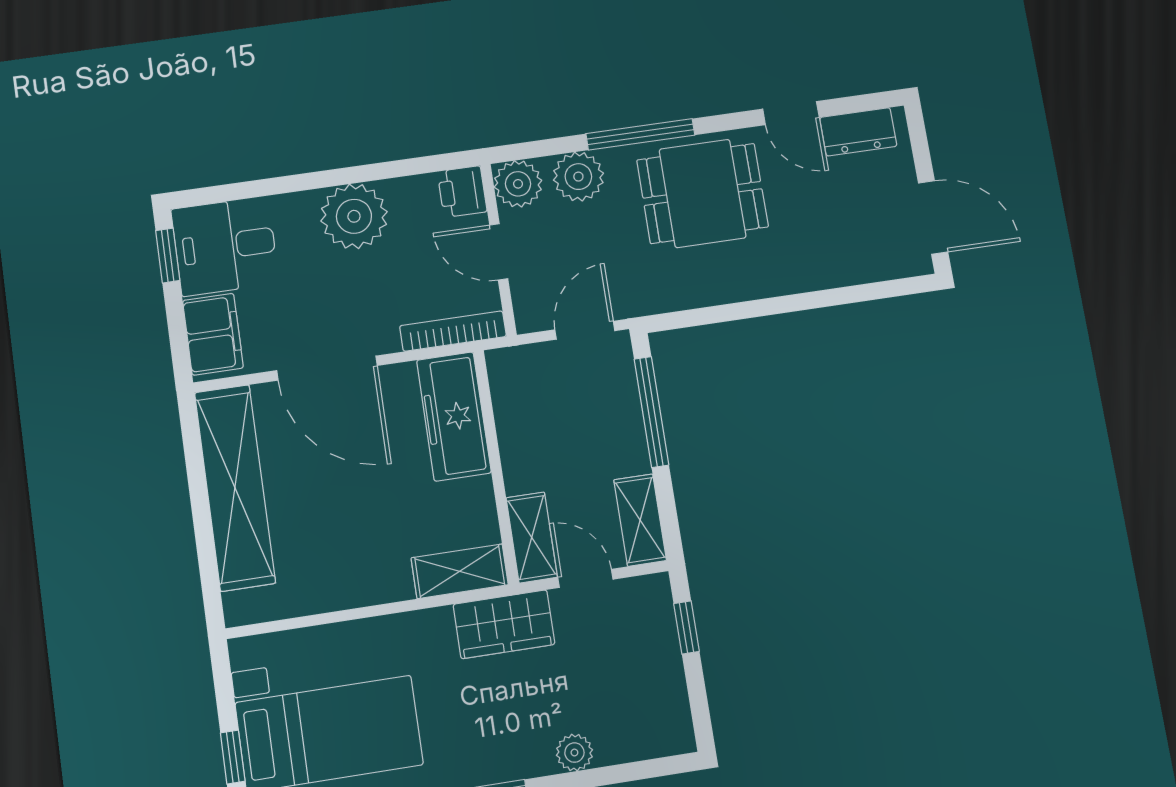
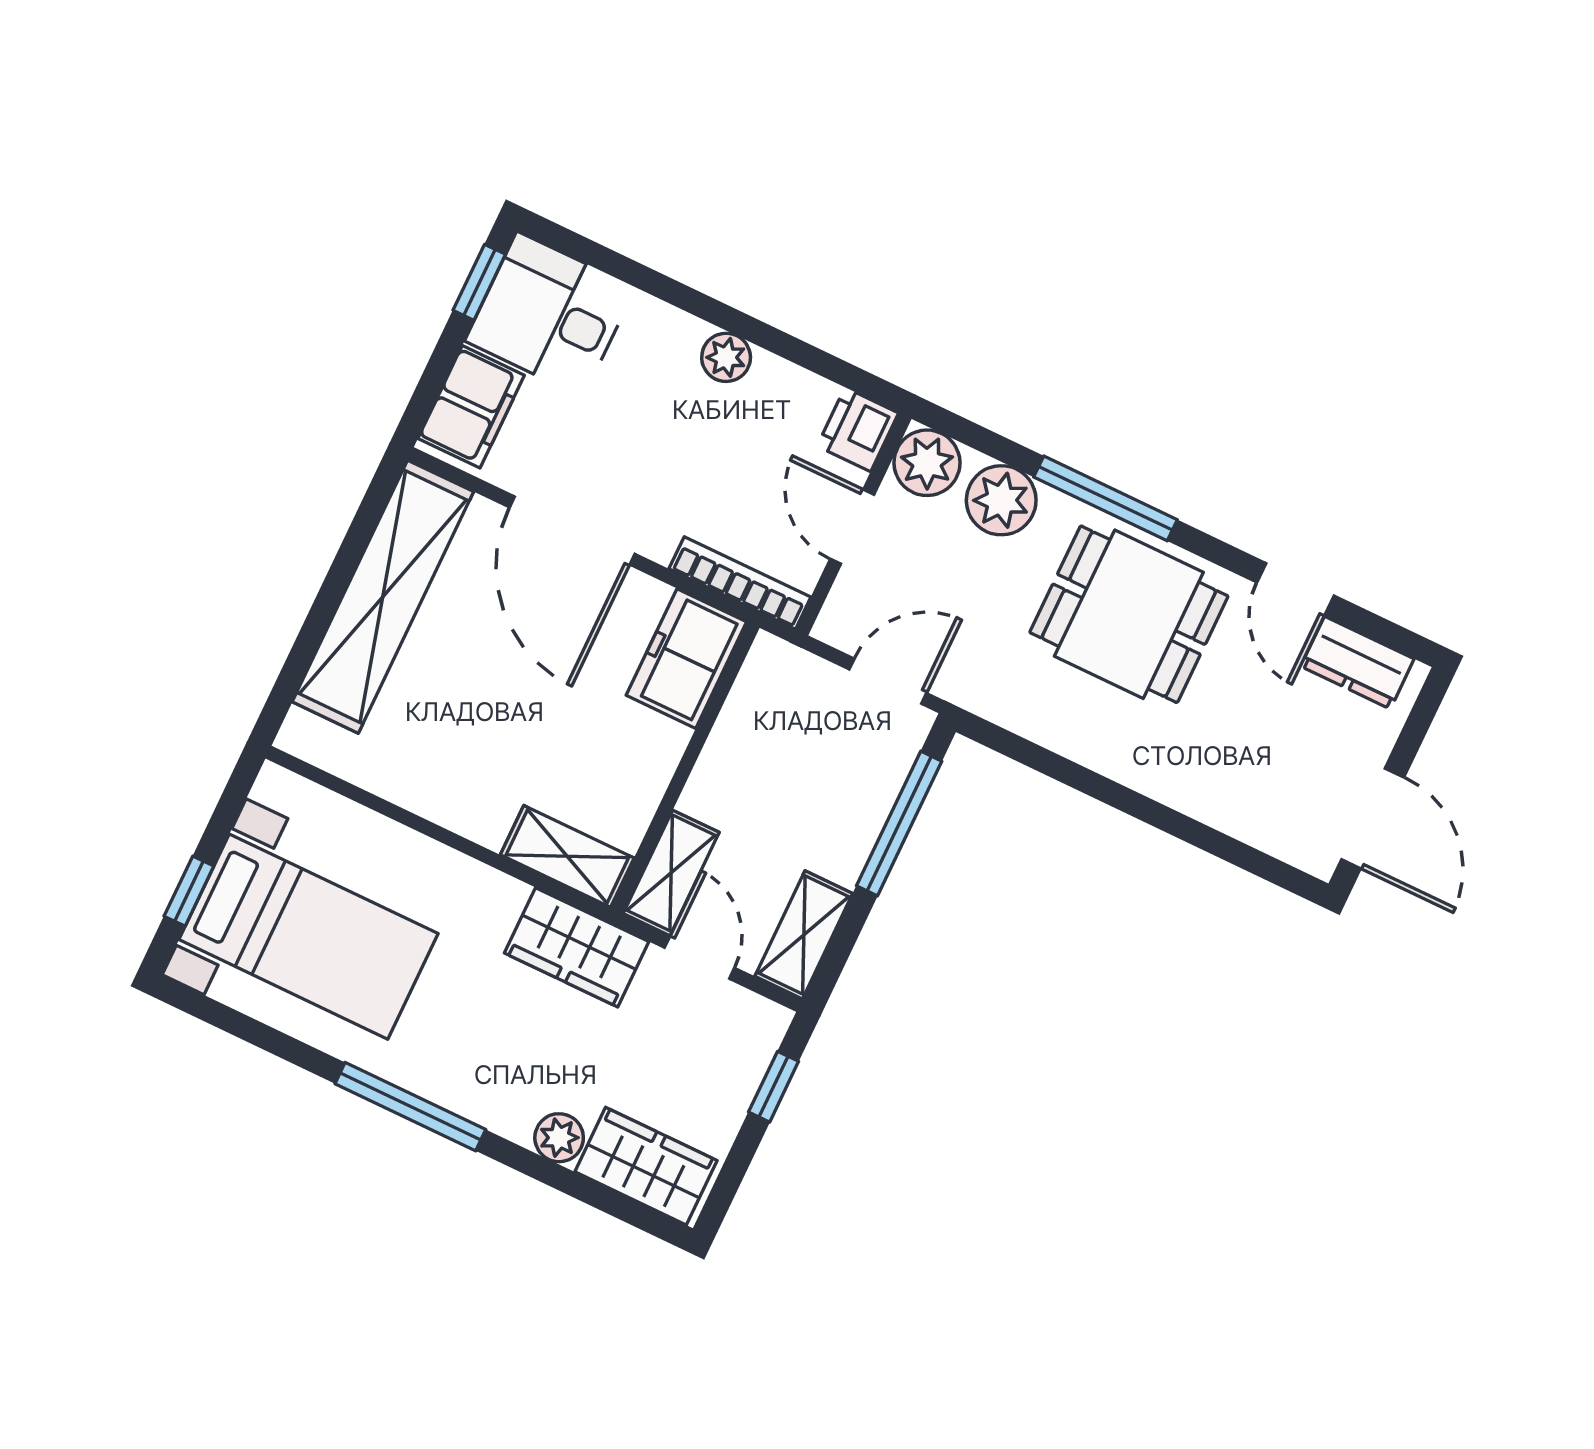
plant: (354, 216) -> (726, 357), width x0.53, depth x0.53
freezer: (454, 416) -> (686, 659), width x0.71
wardrobe: (641, 733) -> (646, 1166), added

